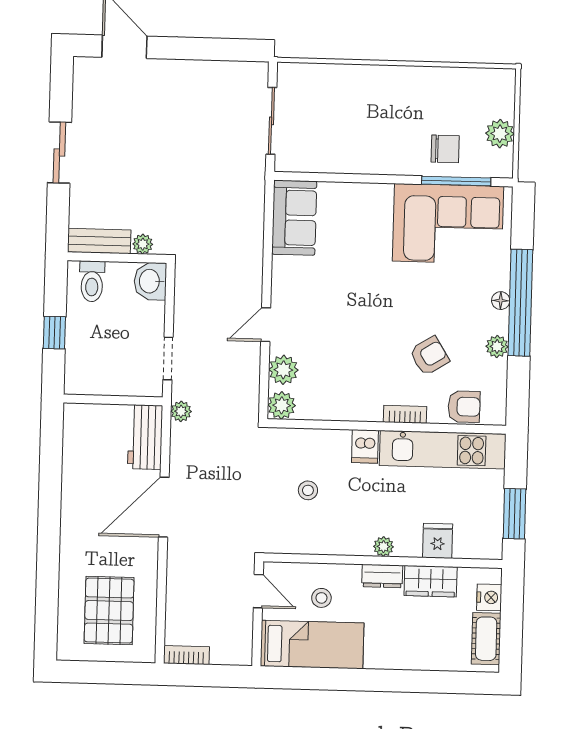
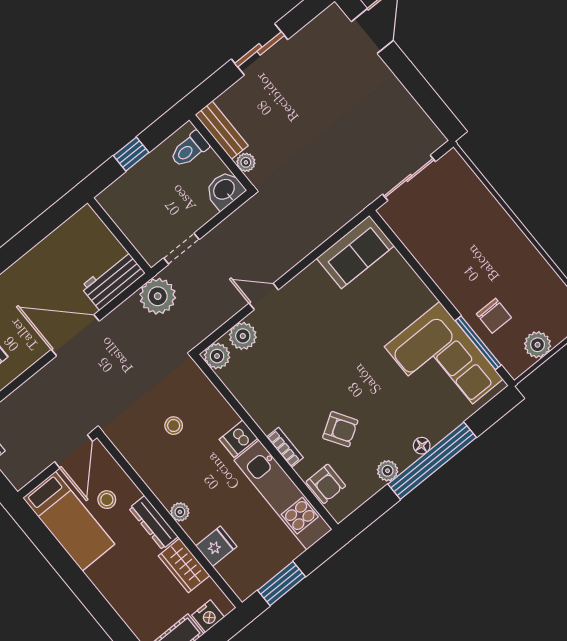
plant: (181, 411) -> (158, 296), width x1.88, depth x1.88
dresser: (382, 576) -> (153, 523), width x1.44
door: (258, 591) -> (74, 451), width x1.37

